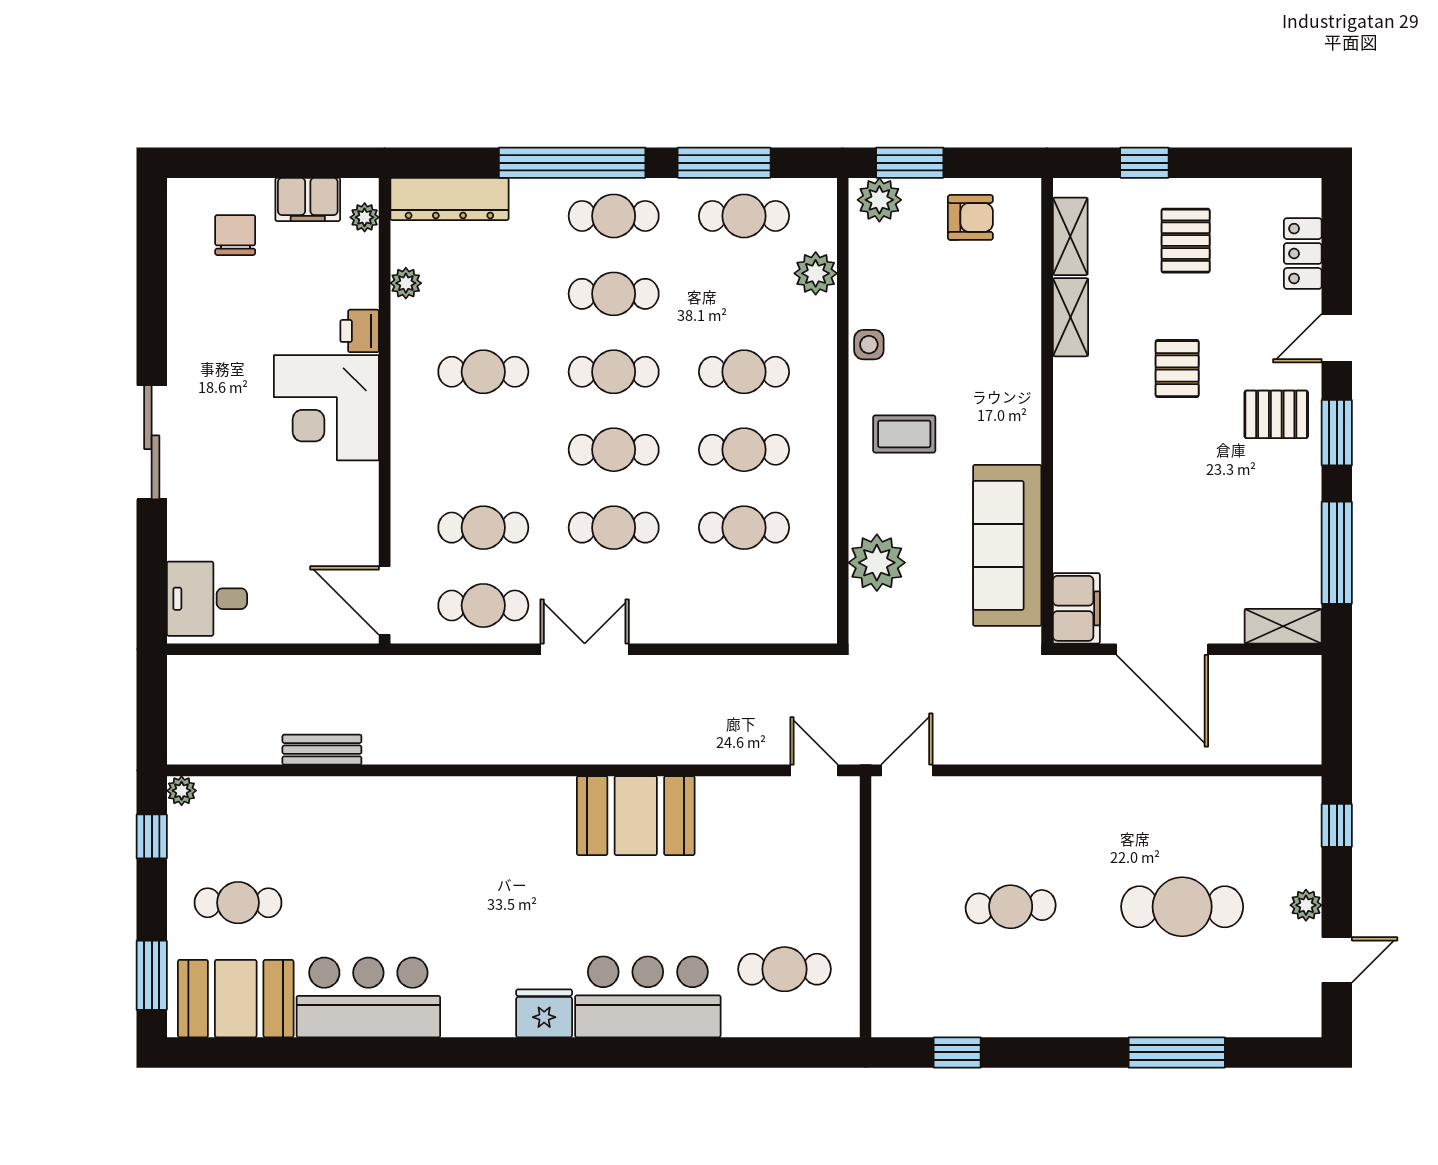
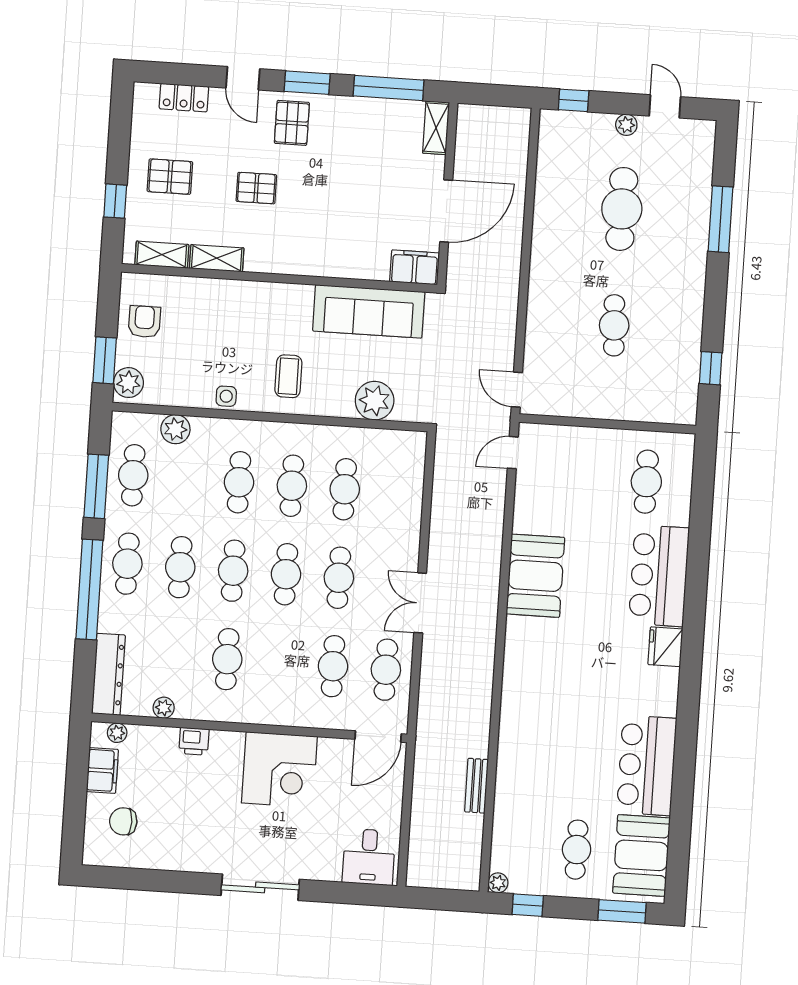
corner desk: (326, 408) -> (279, 770), moved

